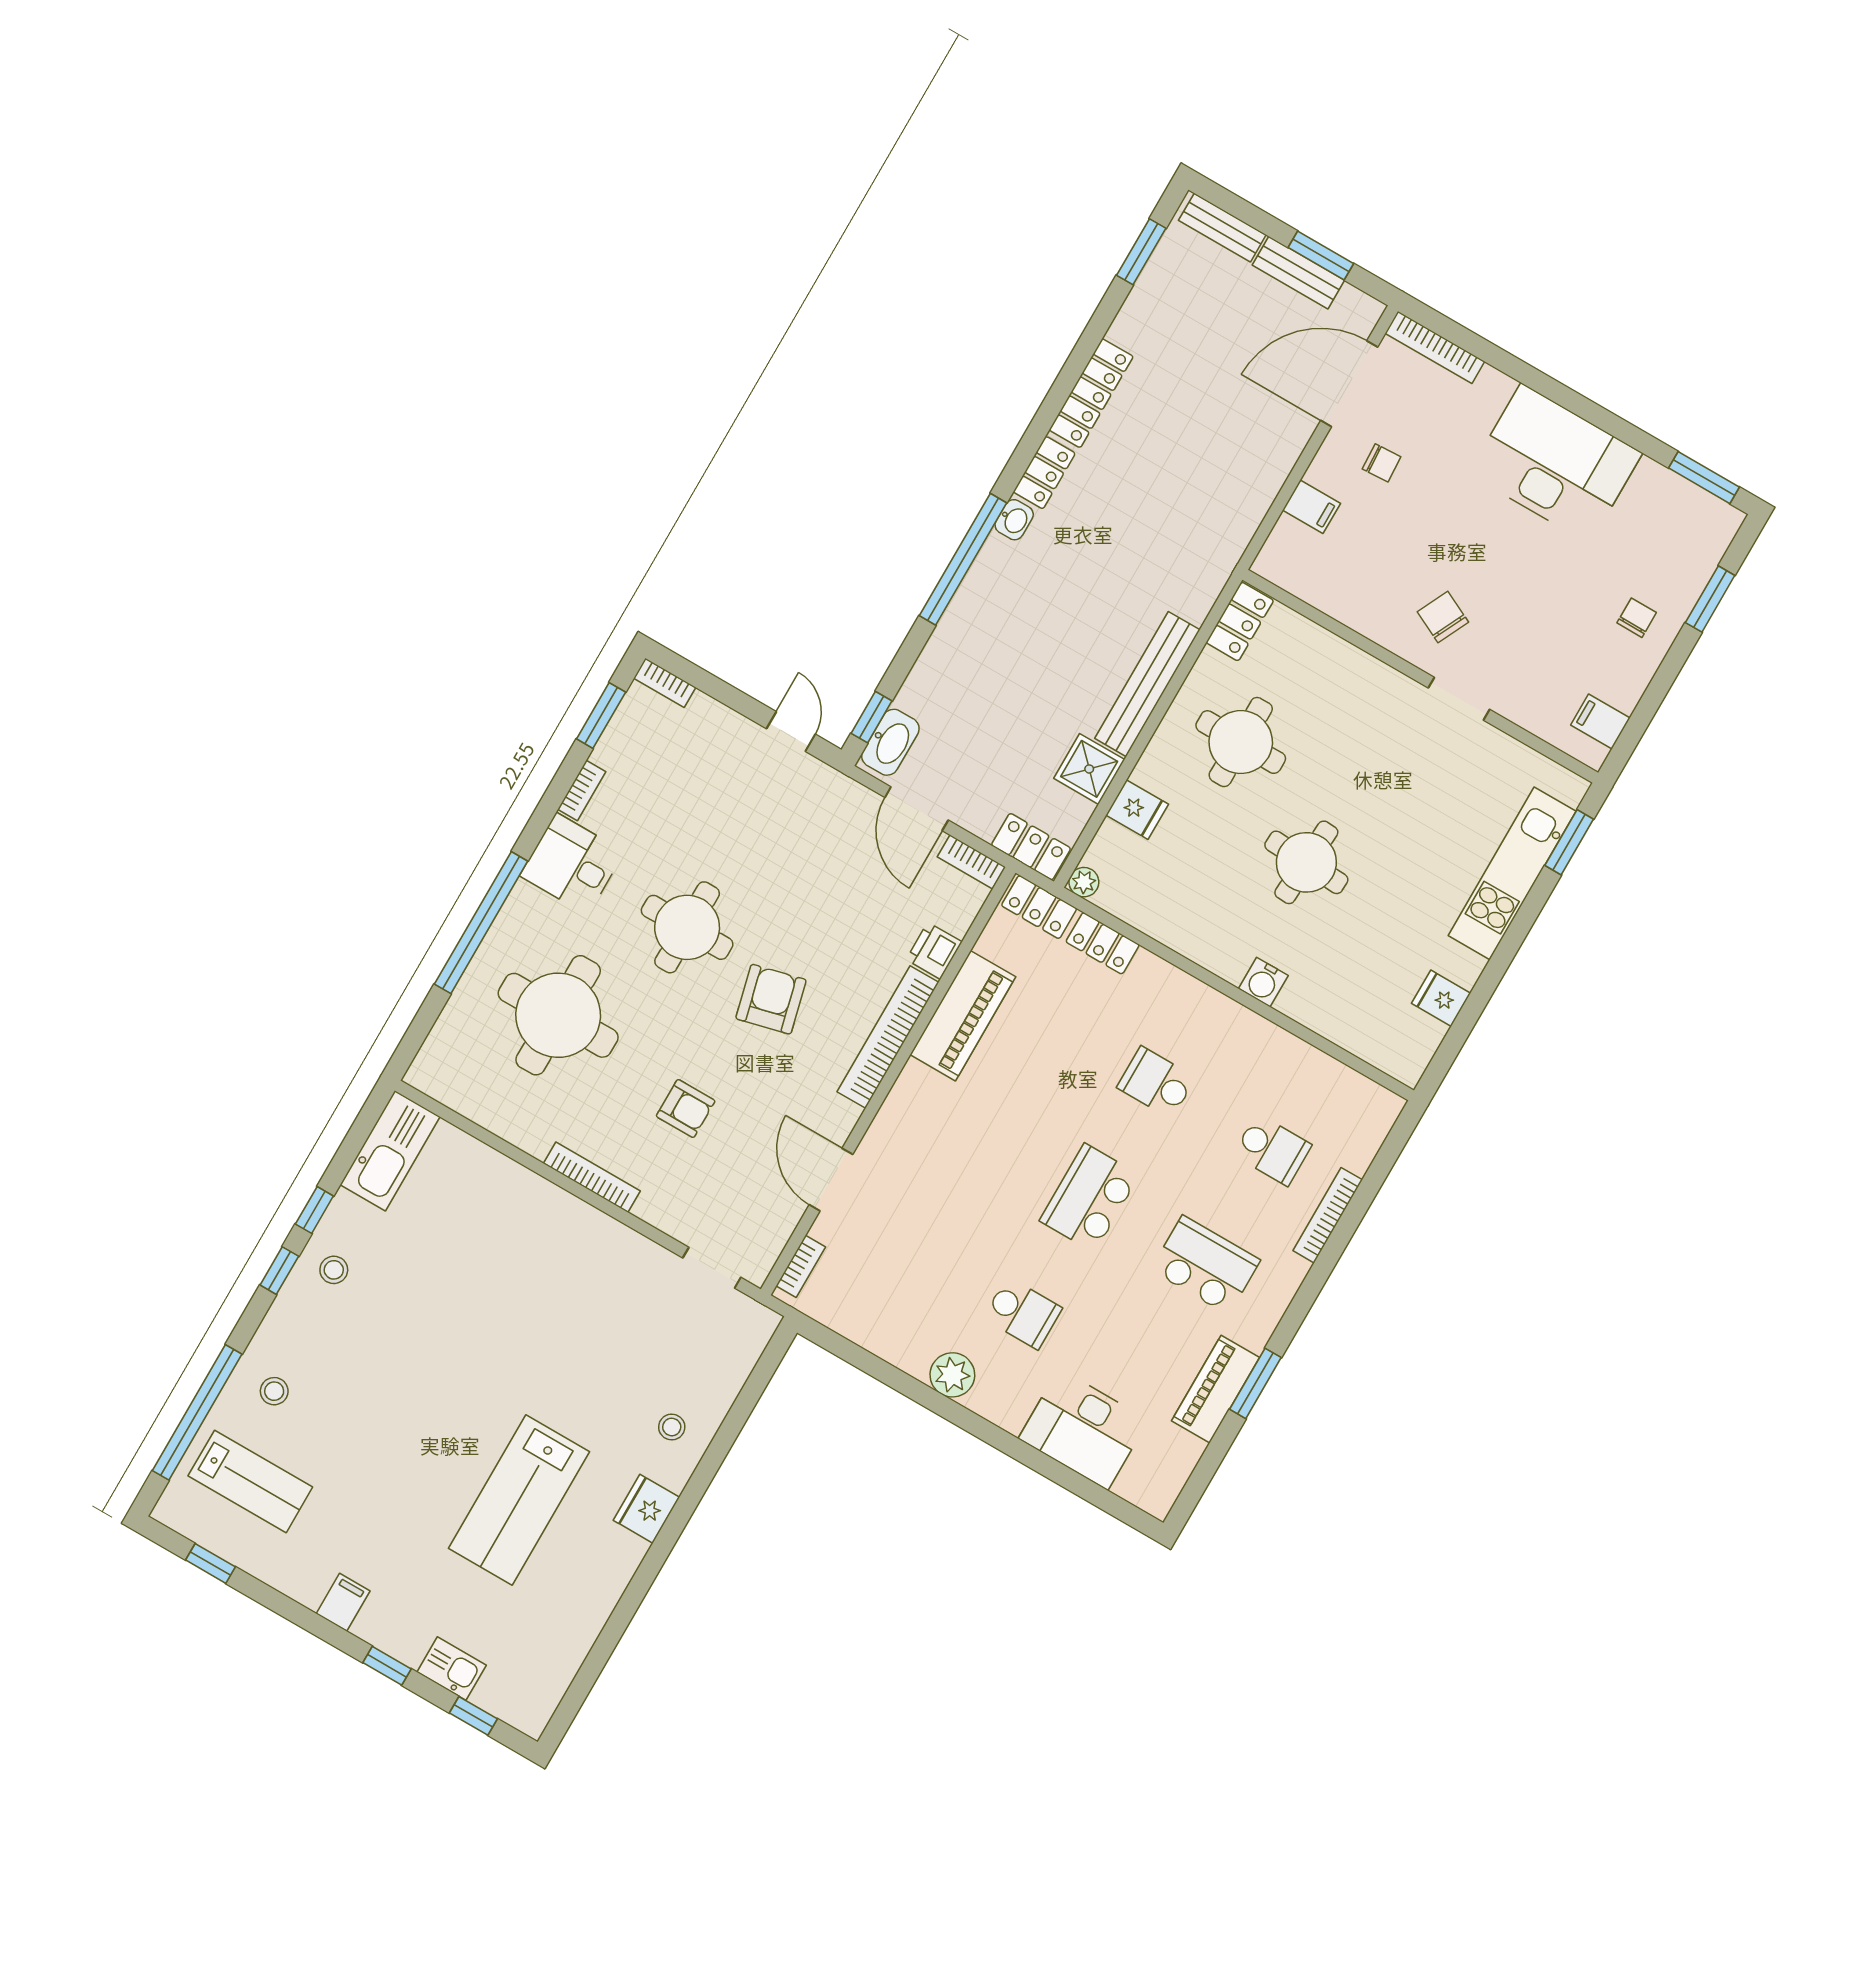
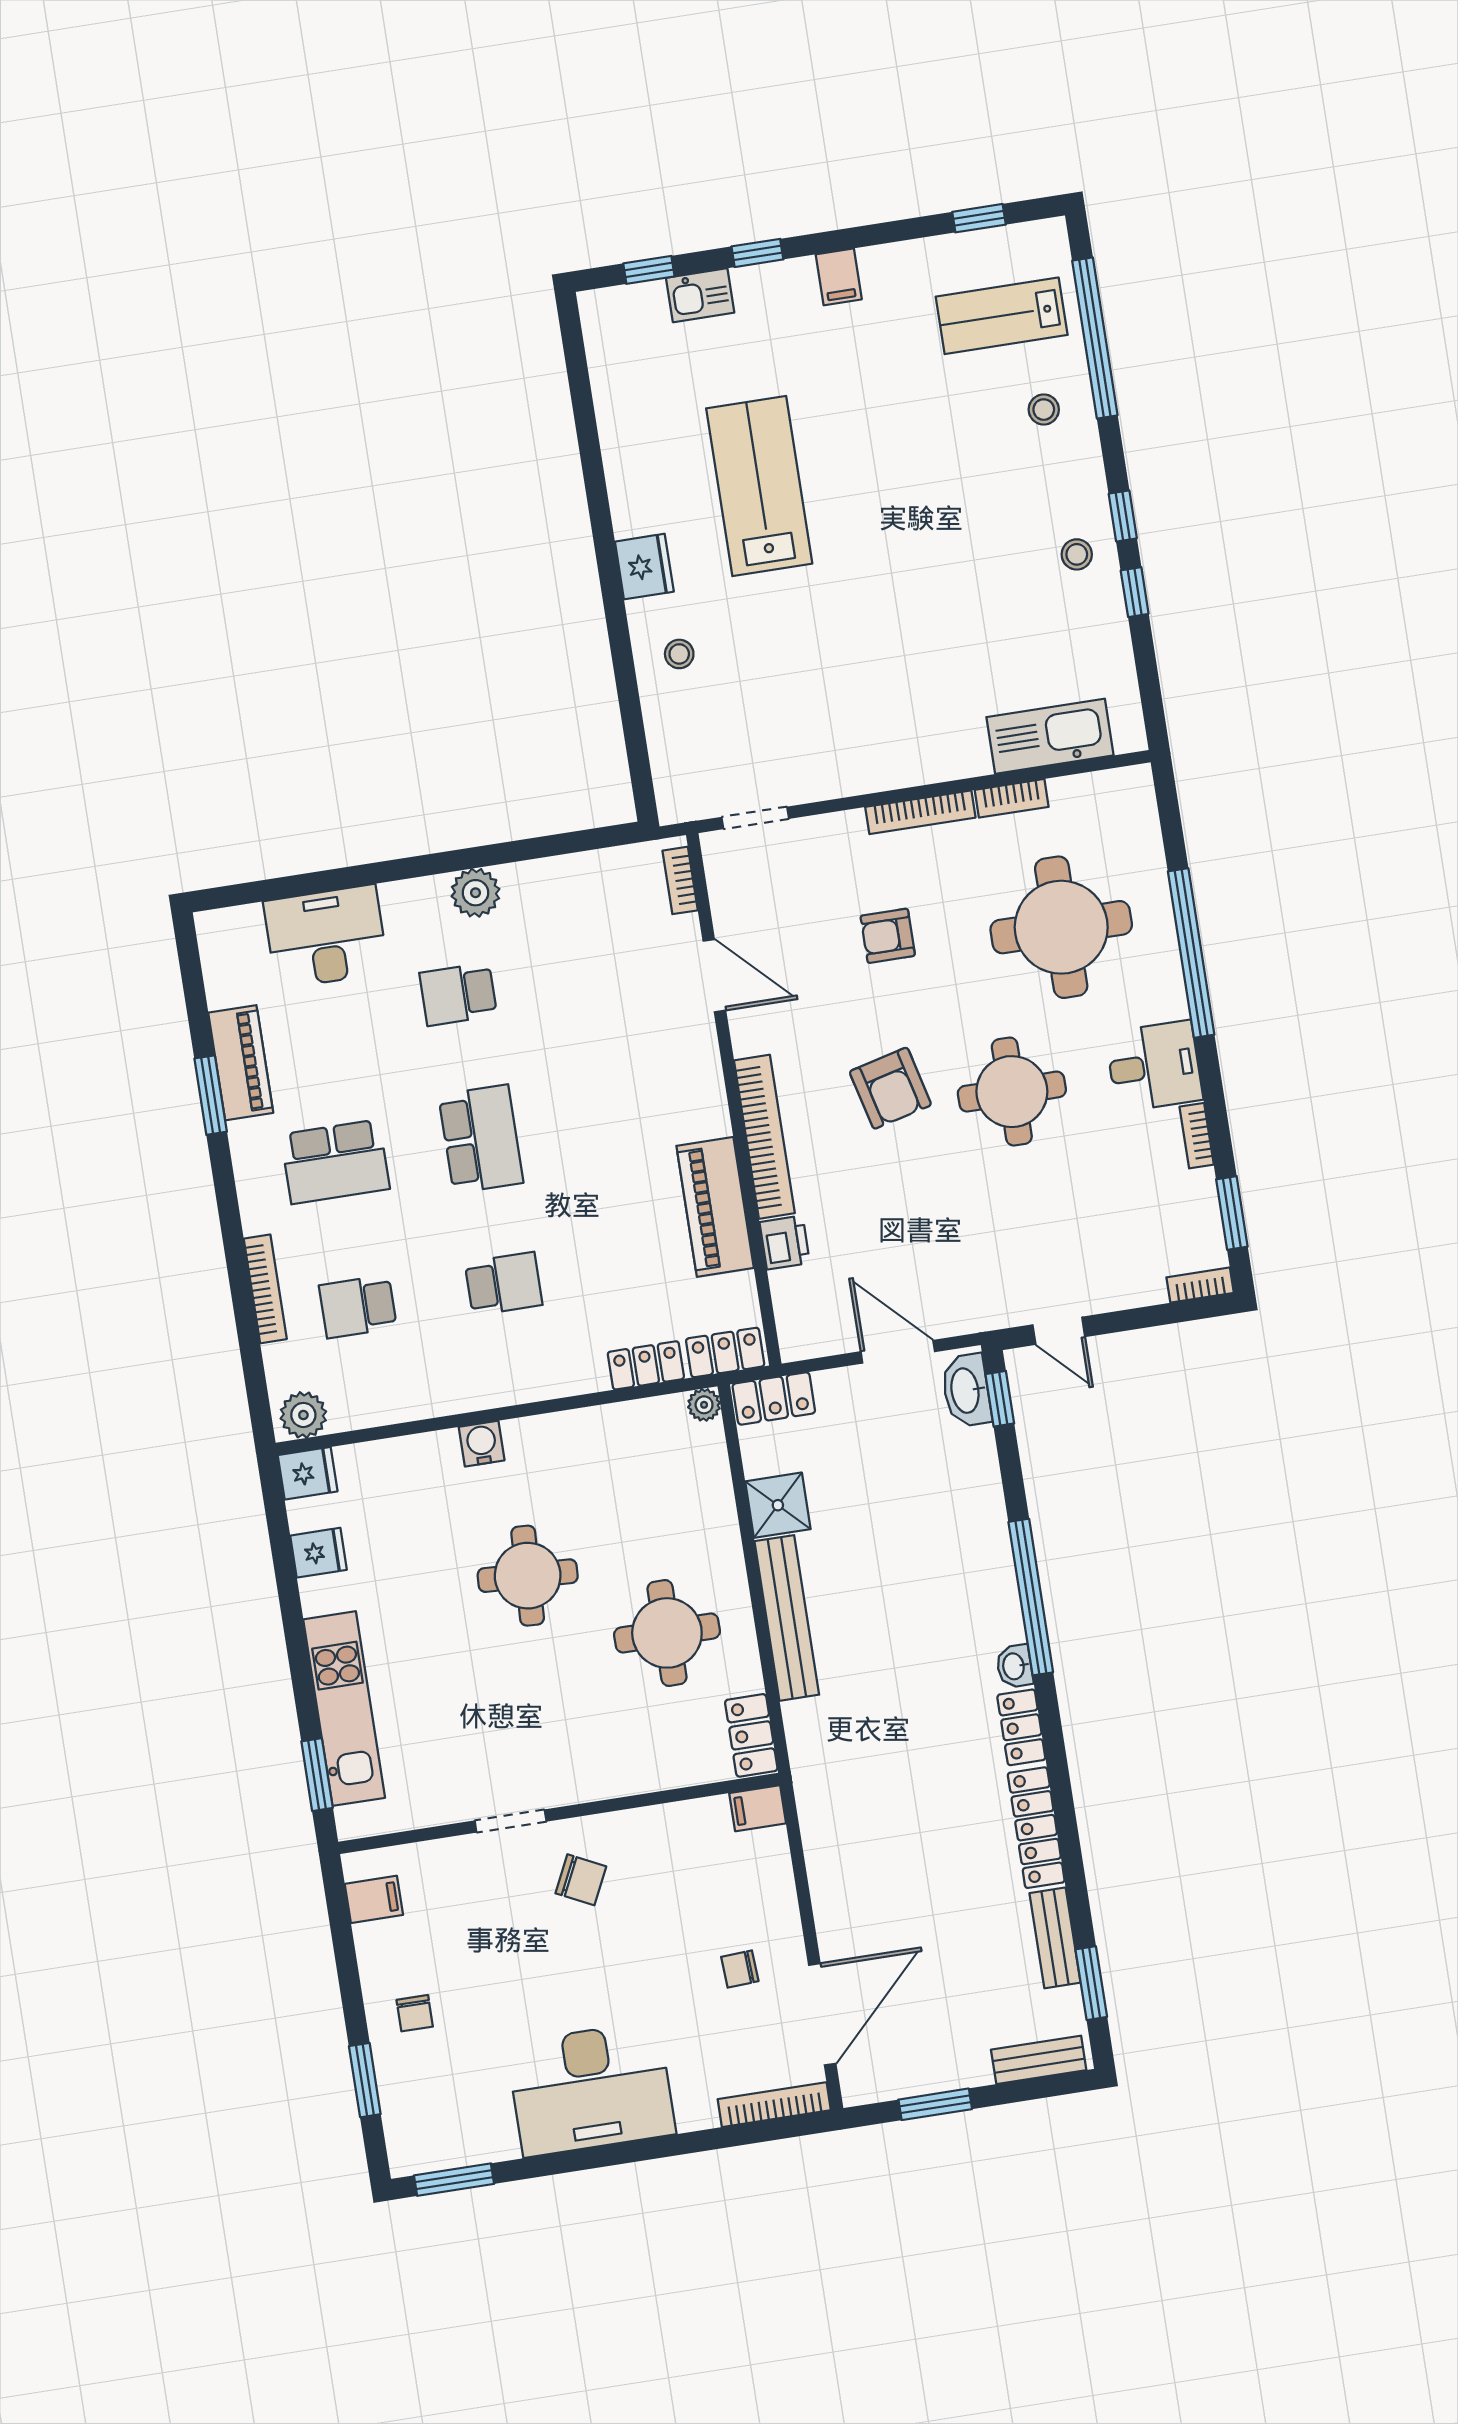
bench: (1298, 273) -> (1055, 1938), moved, turned 90
filing cabinet: (1311, 507) -> (758, 1808), moved
fridge: (1137, 810) -> (308, 1473), moved, turned 180
bookcase: (971, 862) -> (1012, 798), moved, turned 180
plant: (1373, 1104) -> (303, 1415), added
kitchen sink: (390, 1151) -> (1050, 736), moved, turned 90

